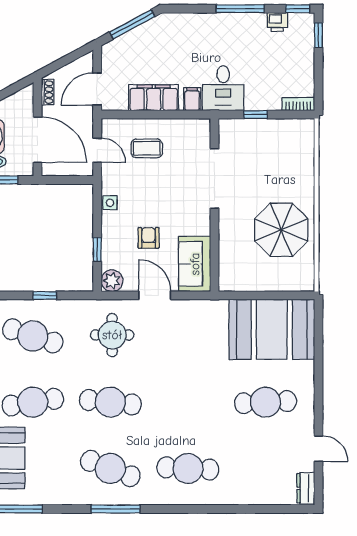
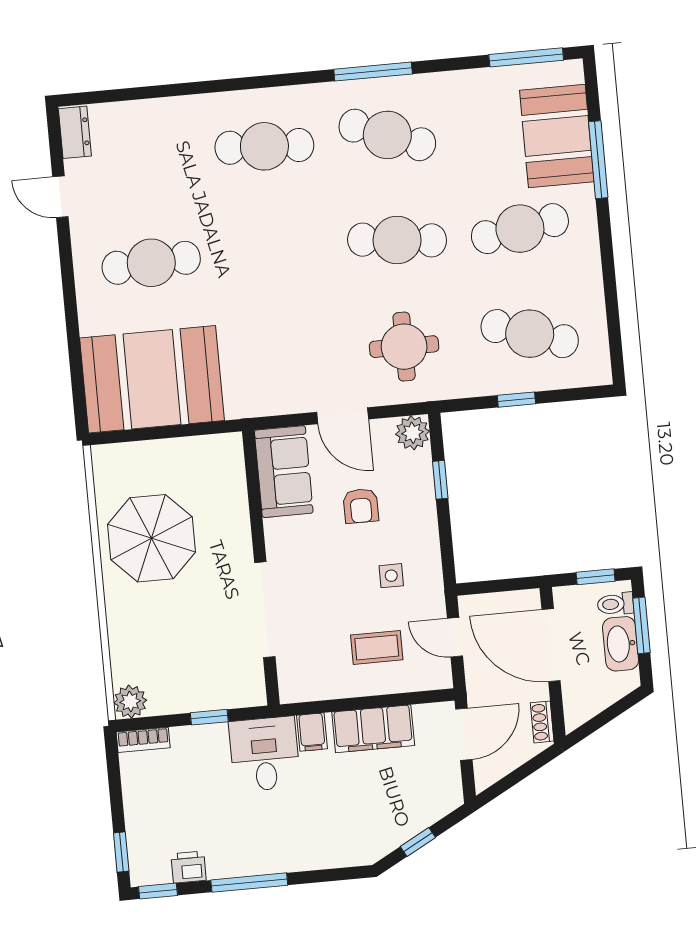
window: (132, 24) -> (418, 842), width x0.46
plant: (304, 129) -> (130, 702), added
side table: (110, 203) -> (391, 576), moved

